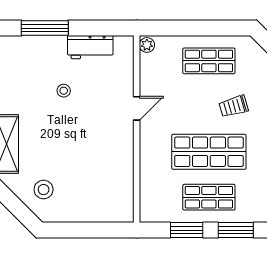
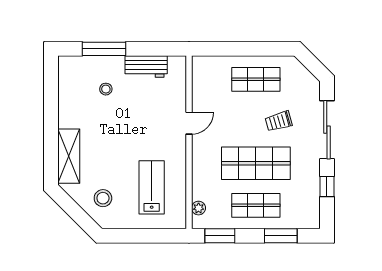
plant: (147, 45) -> (199, 208), moved
stool: (64, 91) -> (106, 89), moved
lab bench: (96, 178) -> (152, 187), added
window: (187, 230) -> (220, 236), moved

